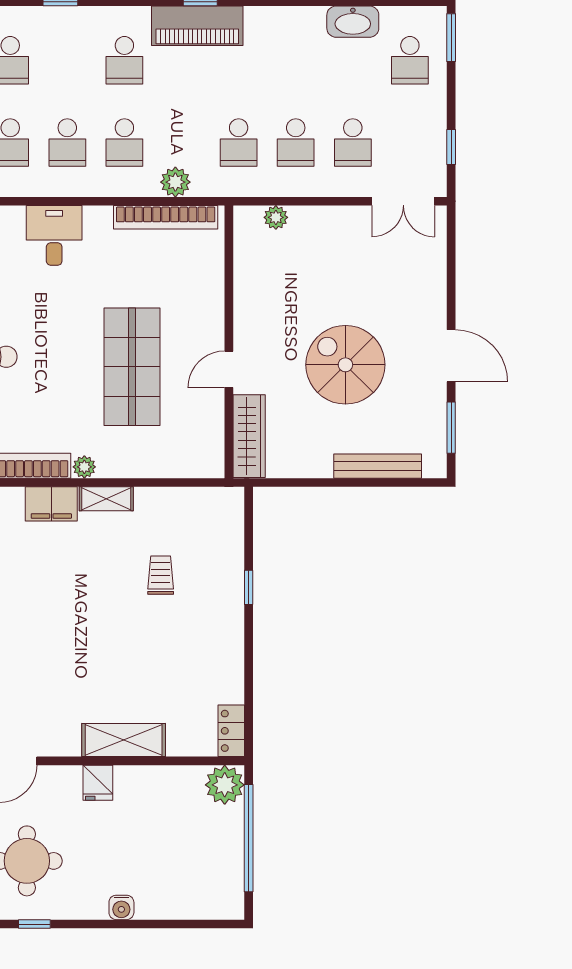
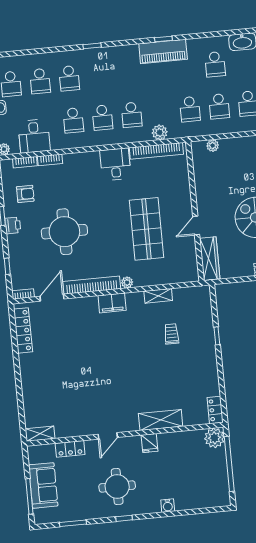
school desk: (124, 60) -> (215, 64), moved
desk: (54, 235) -> (115, 164), moved
shelving: (106, 499) -> (158, 296), moved

